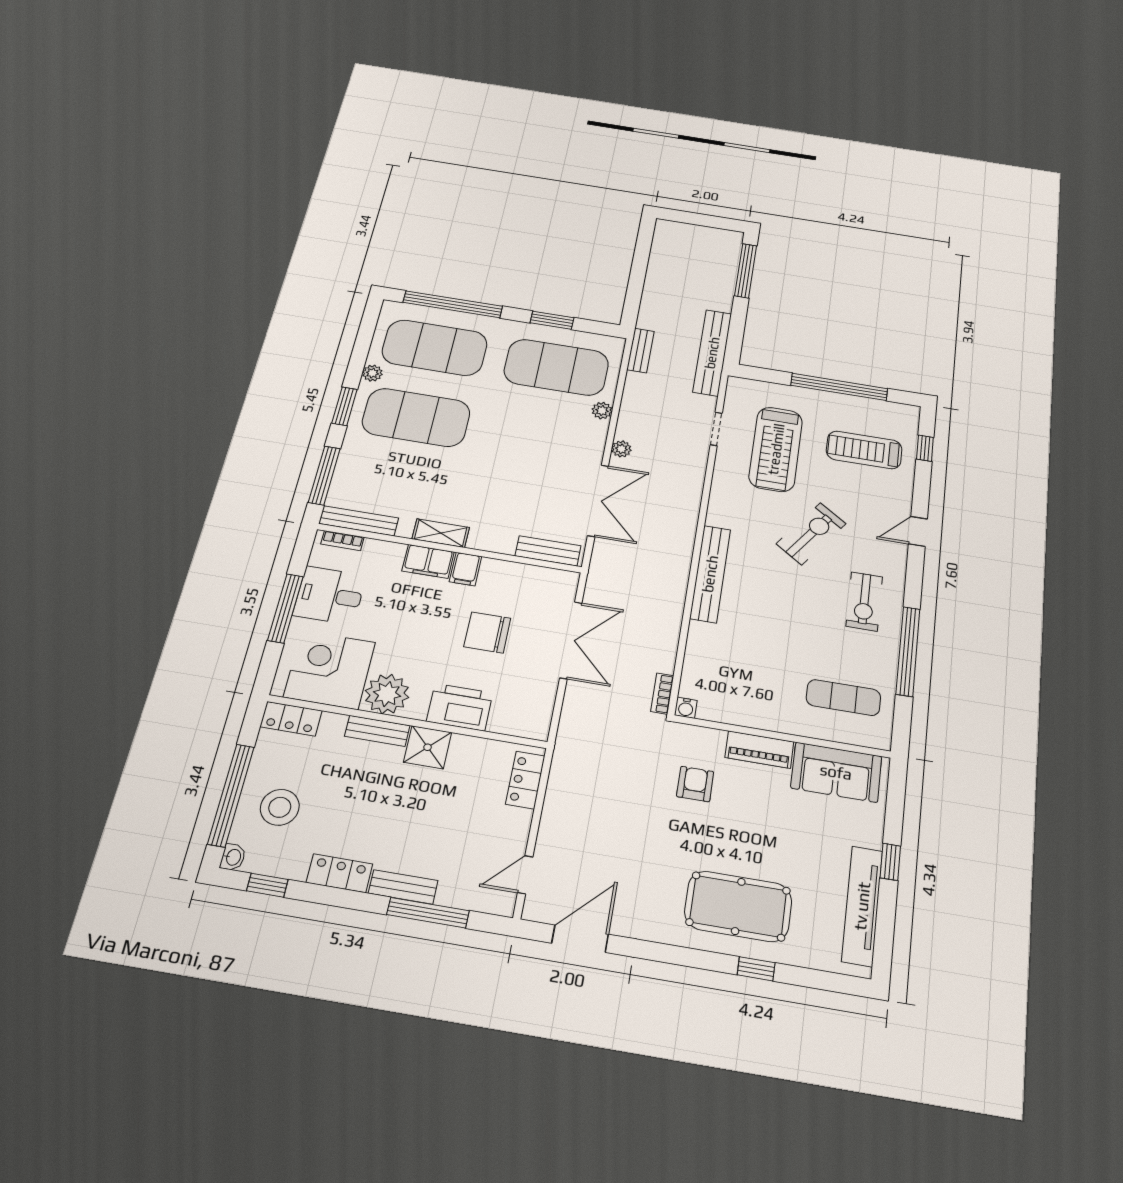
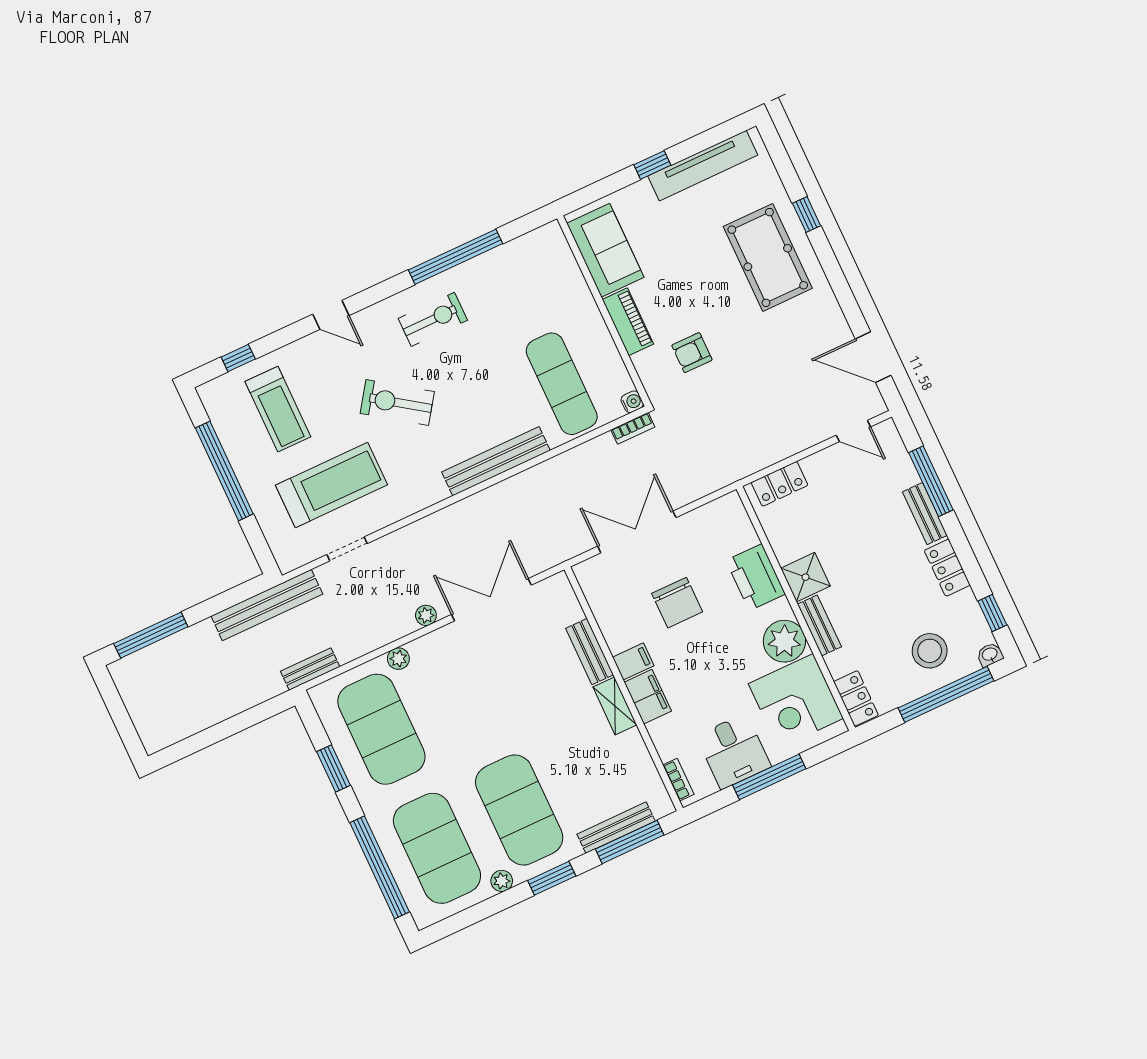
bench: (359, 521) -> (616, 828), moved, turned 90
bench: (548, 551) -> (590, 652), moved
exercise mat: (843, 698) -> (562, 384), moved, width x1.36, depth x1.45

